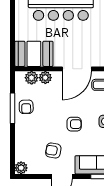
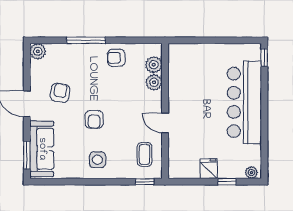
booth: (34, 54) -> (184, 68), removed
door: (77, 69) -> (165, 123), width x0.53
window: (13, 108) -> (86, 40), moved

